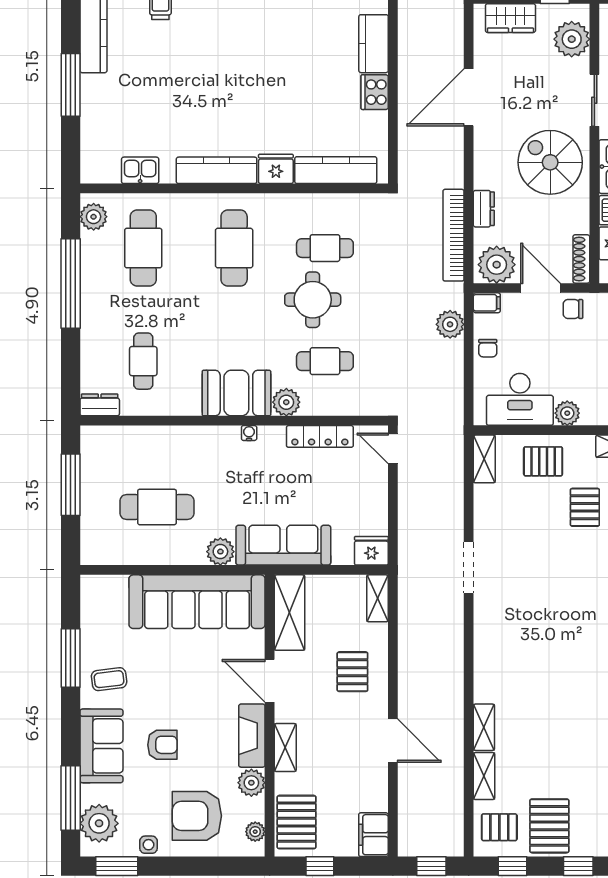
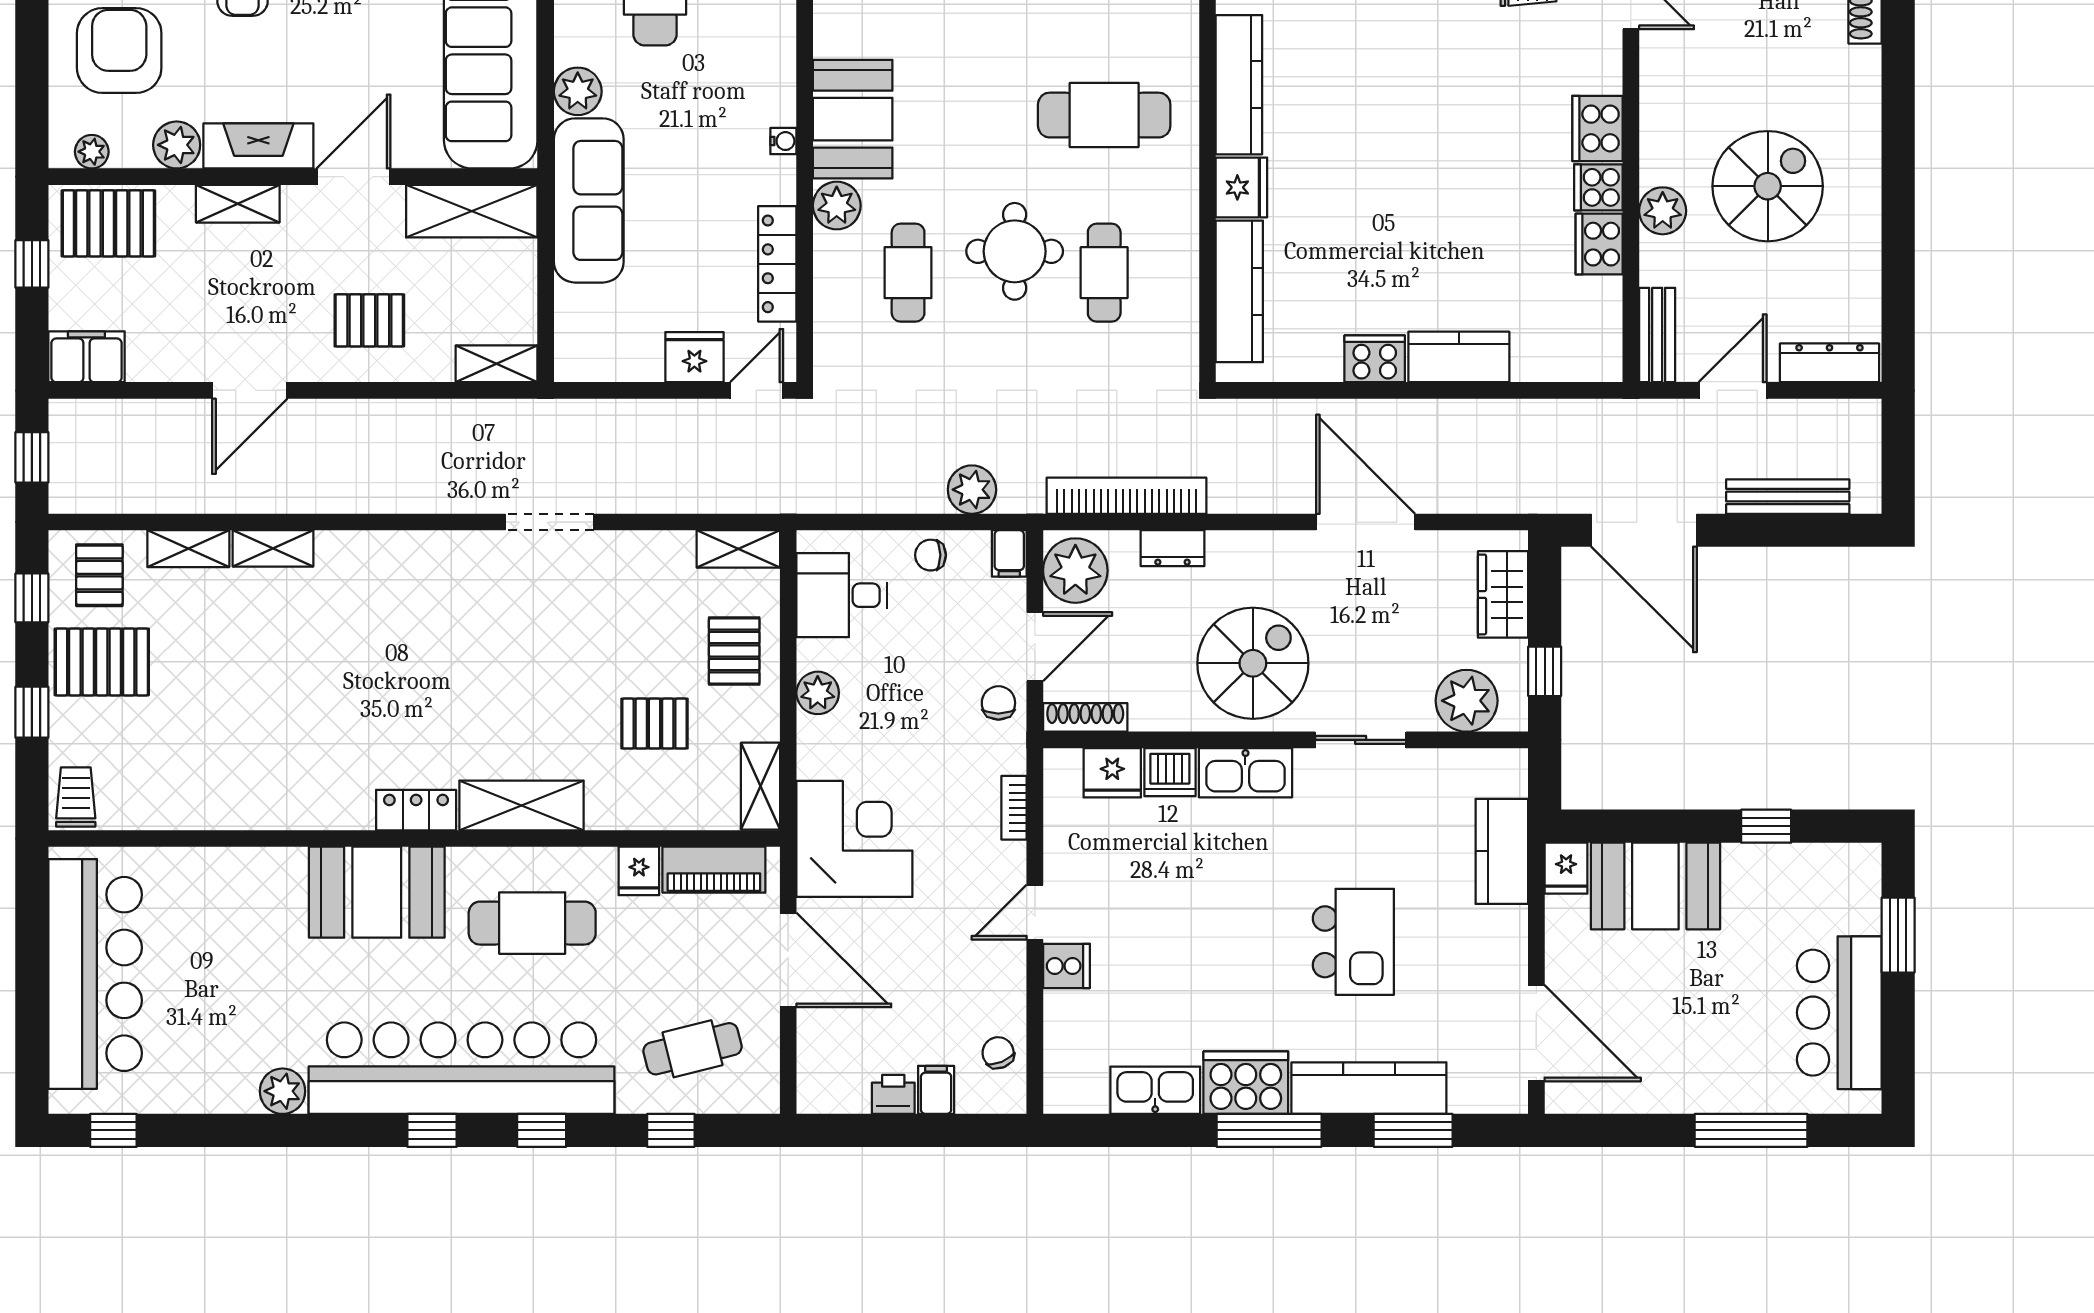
desk: (520, 399) -> (842, 595), width x0.73
fridge: (371, 551) -> (694, 357), moved, turned -90

